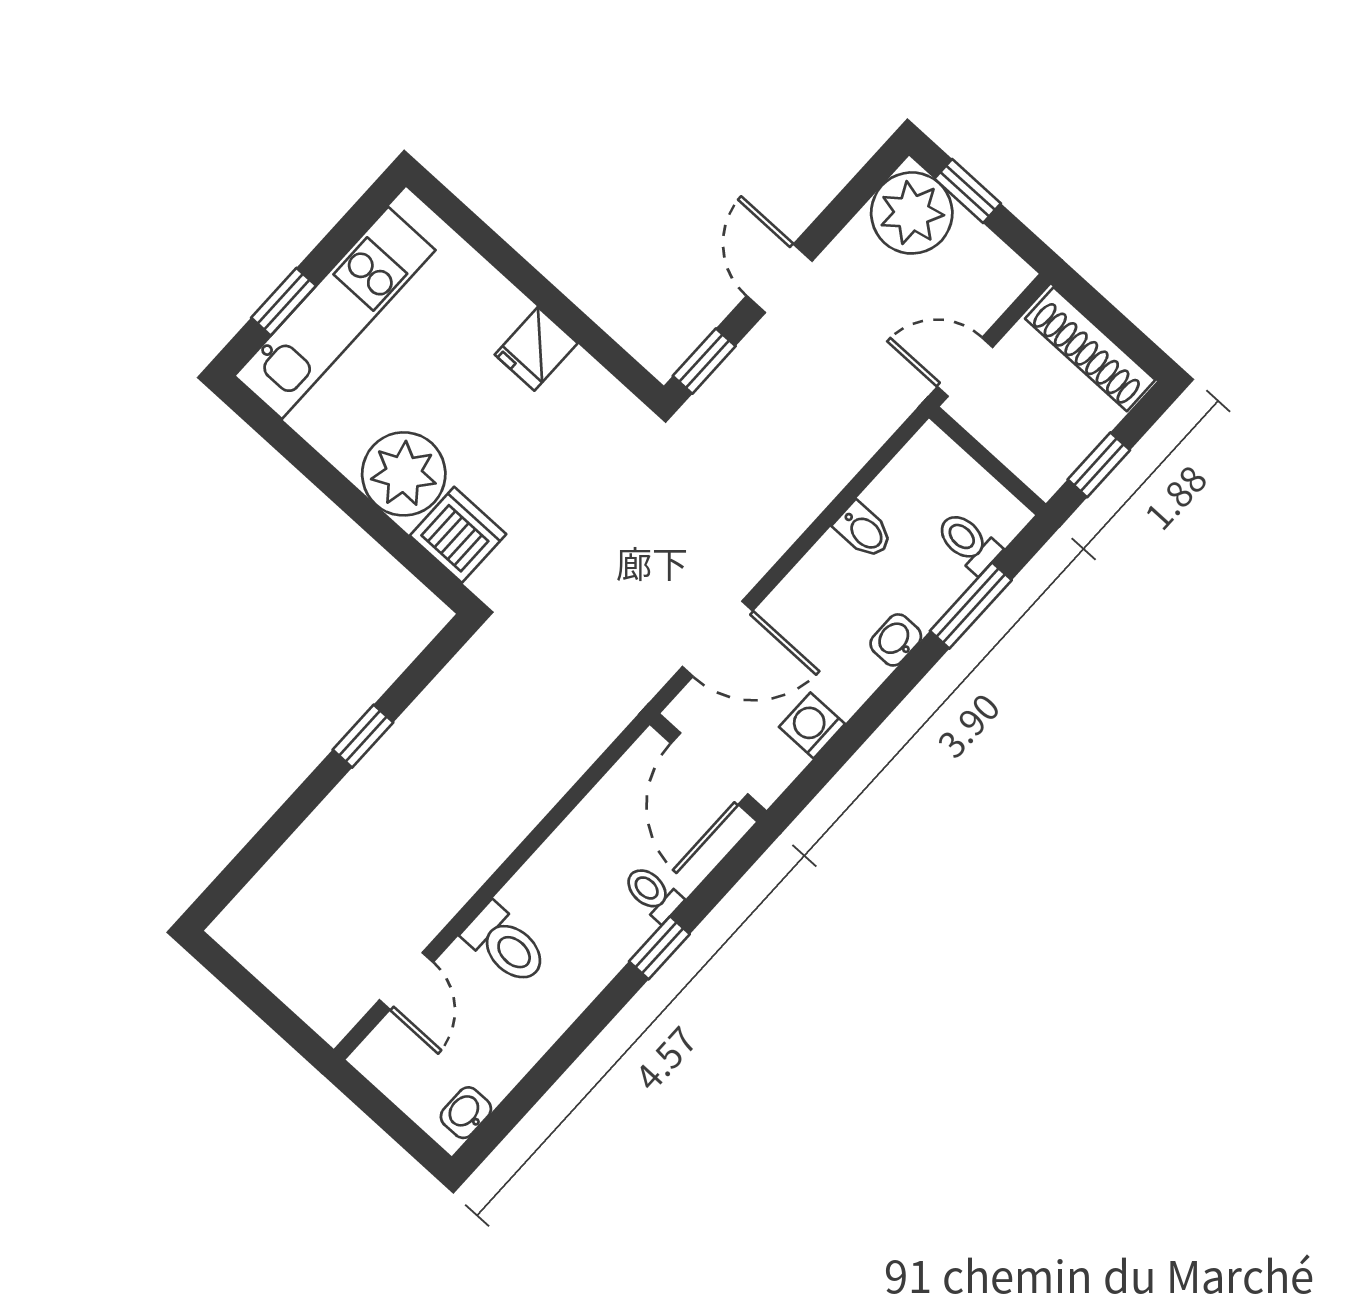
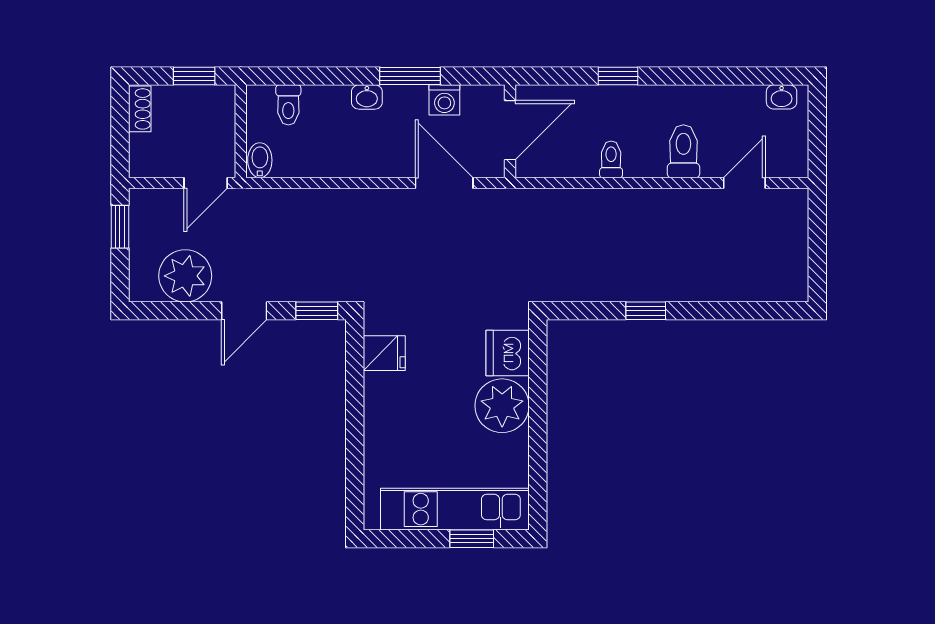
window: (968, 191) -> (120, 227), moved
plant: (912, 213) -> (185, 276), moved
fridge: (536, 349) -> (384, 353), moved
shoe rack: (1090, 349) -> (140, 109), width x0.51, depth x0.81
door: (965, 367) -> (206, 183), hinge flipped
bidet: (864, 531) -> (260, 160), moved
window: (971, 606) -> (410, 76), moved
toilet: (653, 893) -> (611, 159), moved, turned 180

